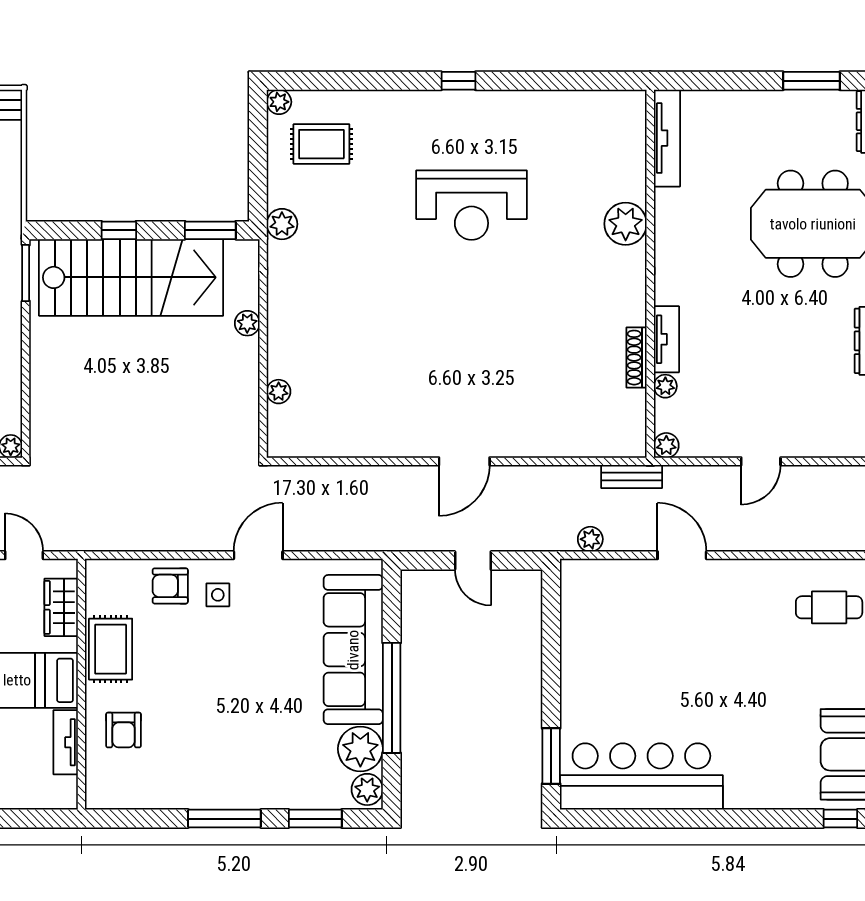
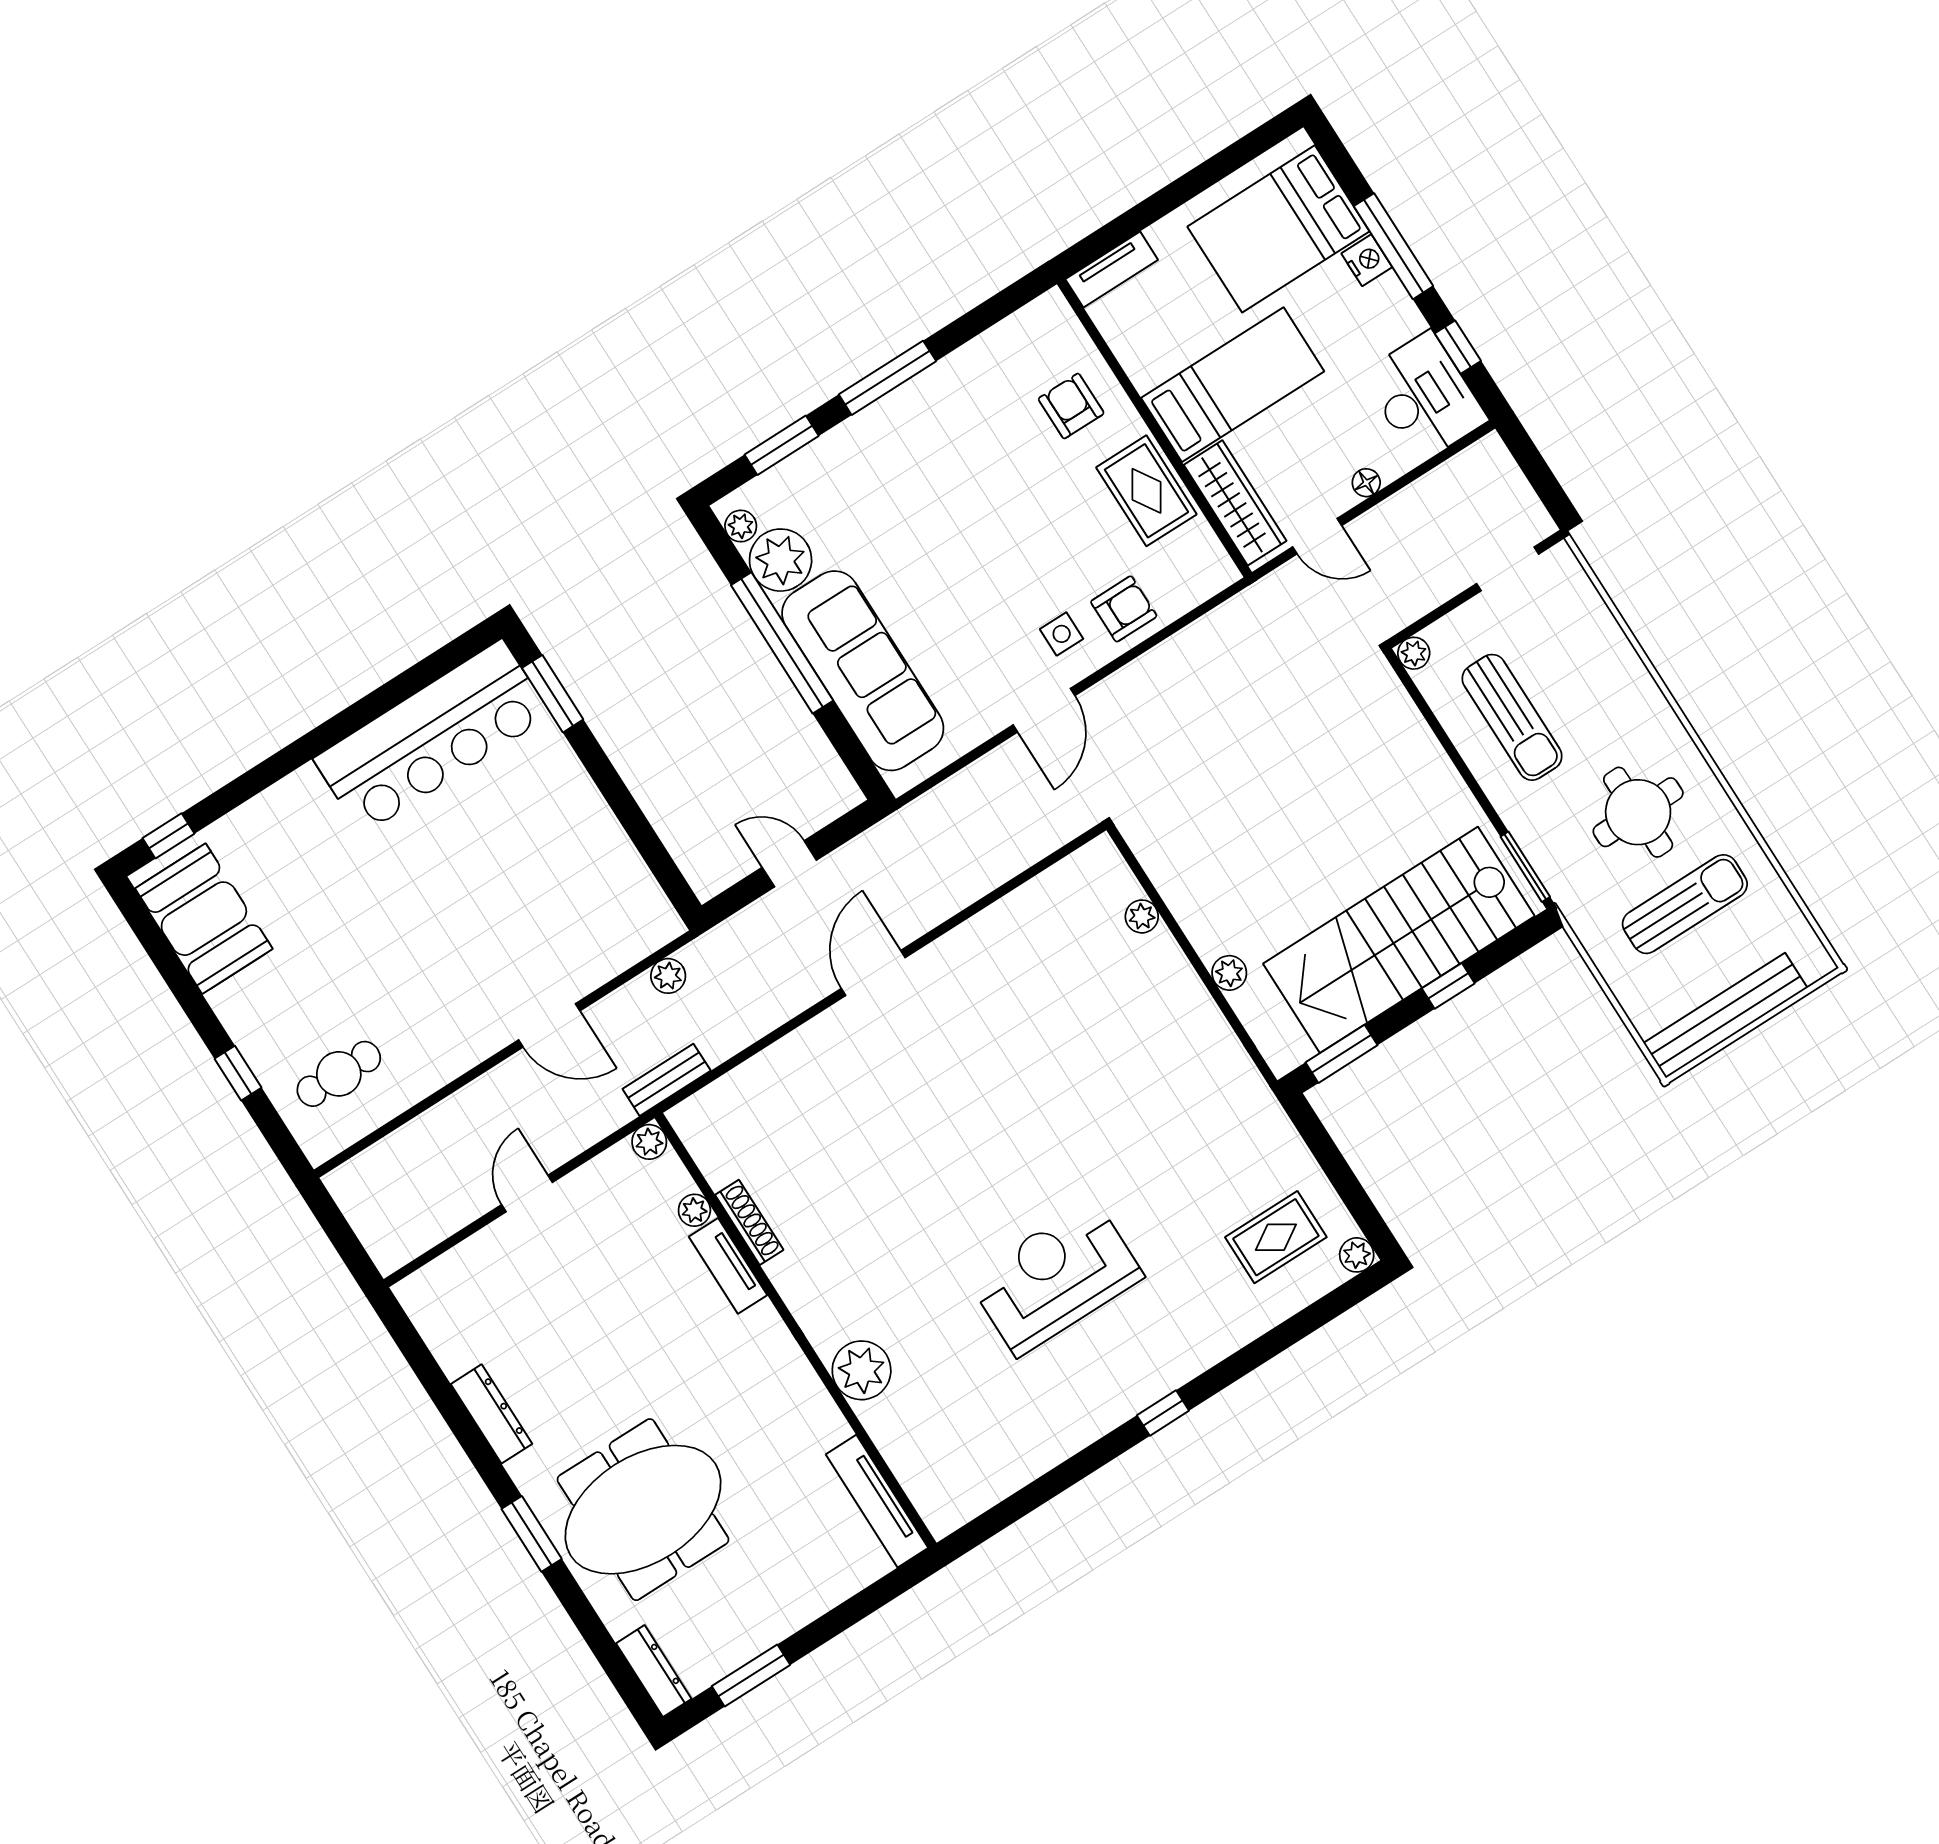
plant: (282, 224) -> (1262, 1114), removed
wardrobe: (61, 607) -> (1235, 503), width x1.50
tv unit: (66, 742) -> (1112, 269), moved, turned 90
plant: (367, 789) -> (741, 526), width x0.73, depth x0.73

